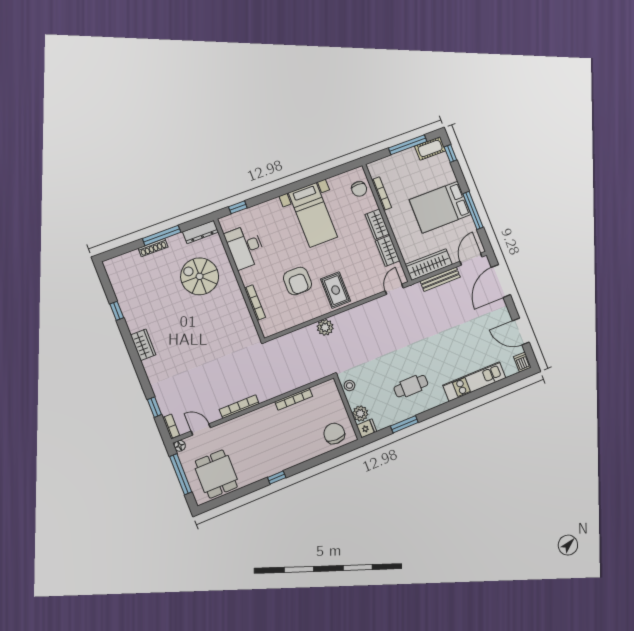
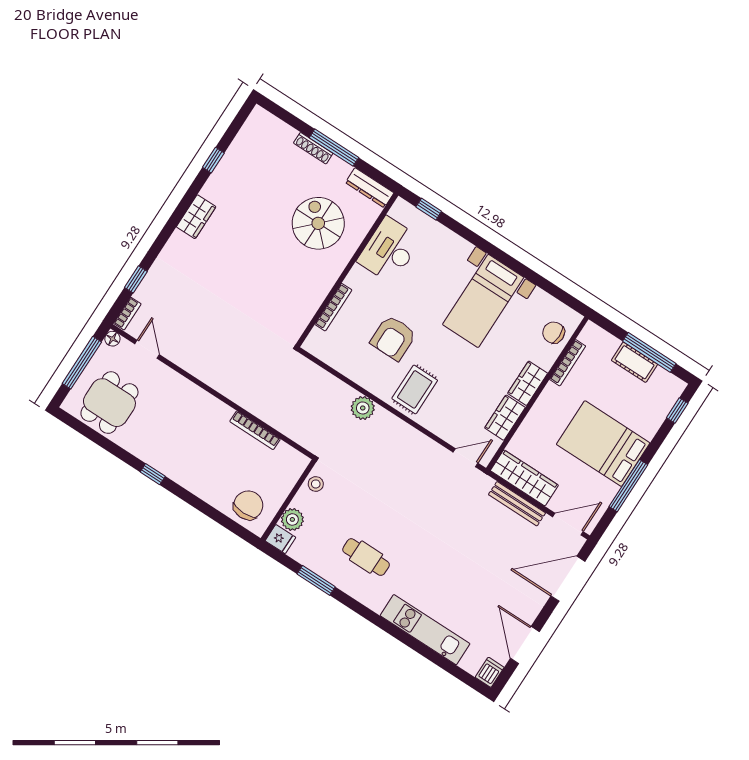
cot: (430, 148) -> (634, 362), moved
chair: (359, 189) -> (554, 333), turned 90
bookcase: (239, 407) -> (203, 374), removed

